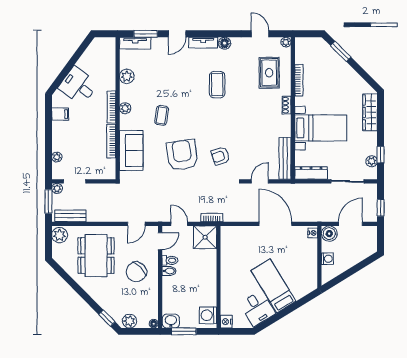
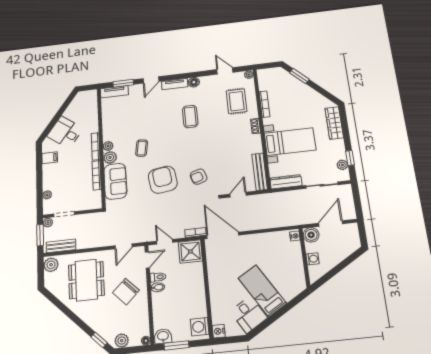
plant: (127, 76) -> (110, 157), moved
window: (381, 208) -> (358, 205), removed
door: (275, 224) -> (223, 235), moved

